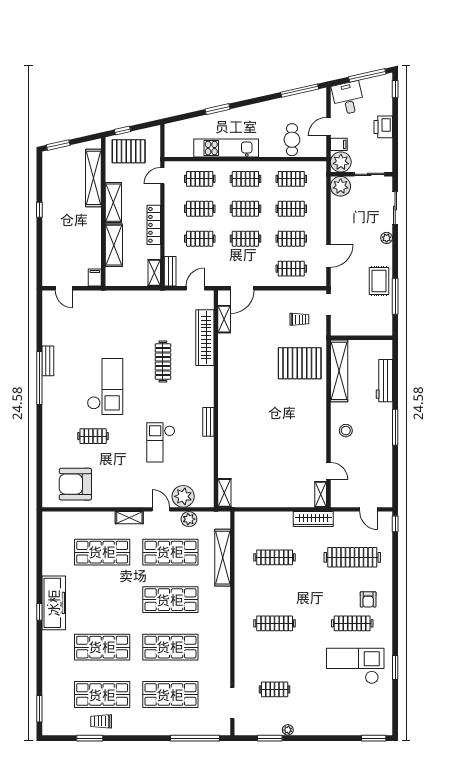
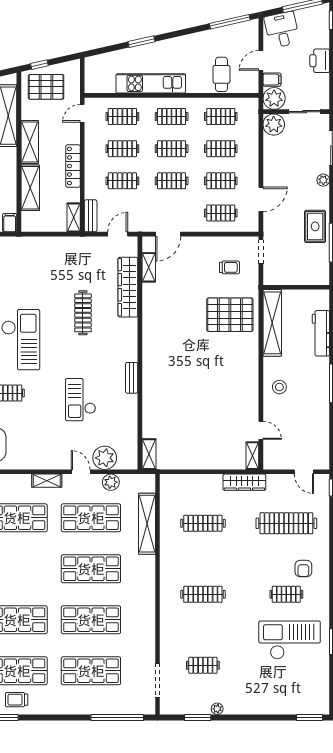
clothes rail: (352, 623) -> (286, 594), width x0.73

